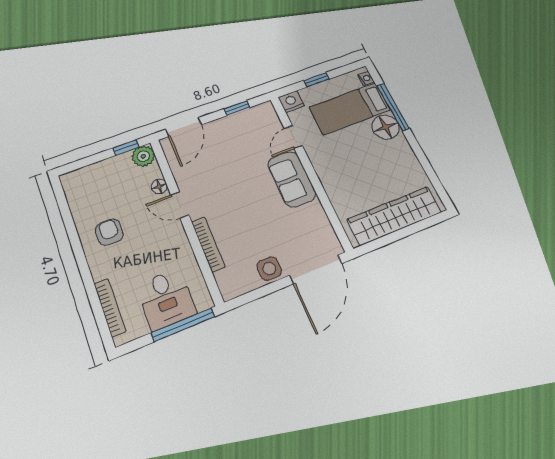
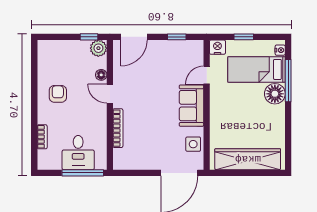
side table: (269, 269) -> (193, 144), moved
bookcase: (110, 307) -> (42, 137), width x0.64

